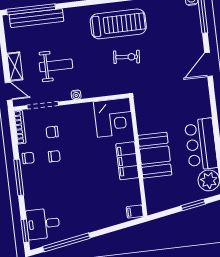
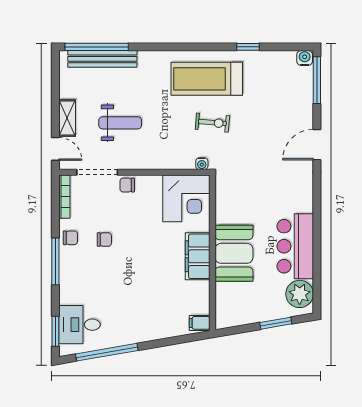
treadmill: (118, 24) -> (207, 79), turned 180
water cooler: (76, 95) -> (202, 164), moved
chair: (52, 132) -> (127, 185), moved

